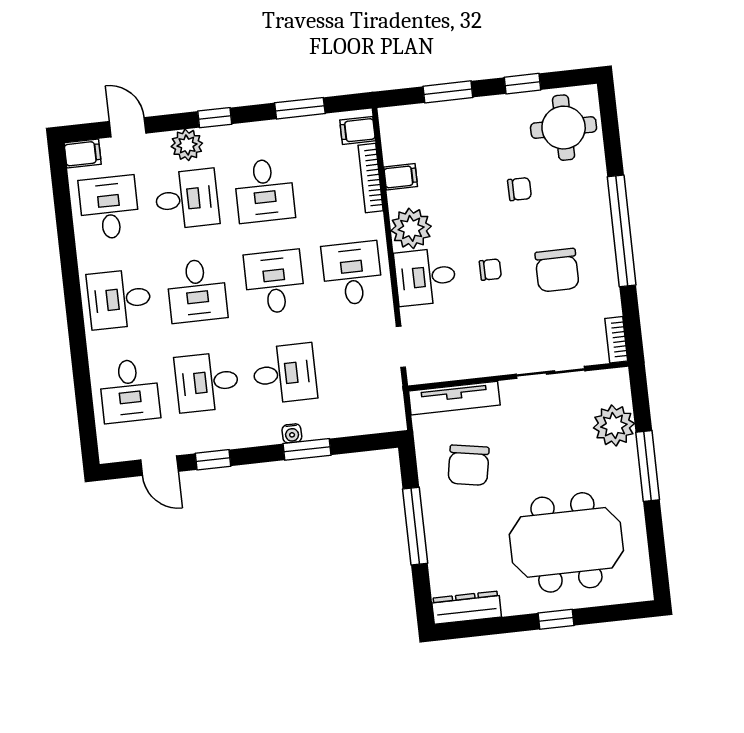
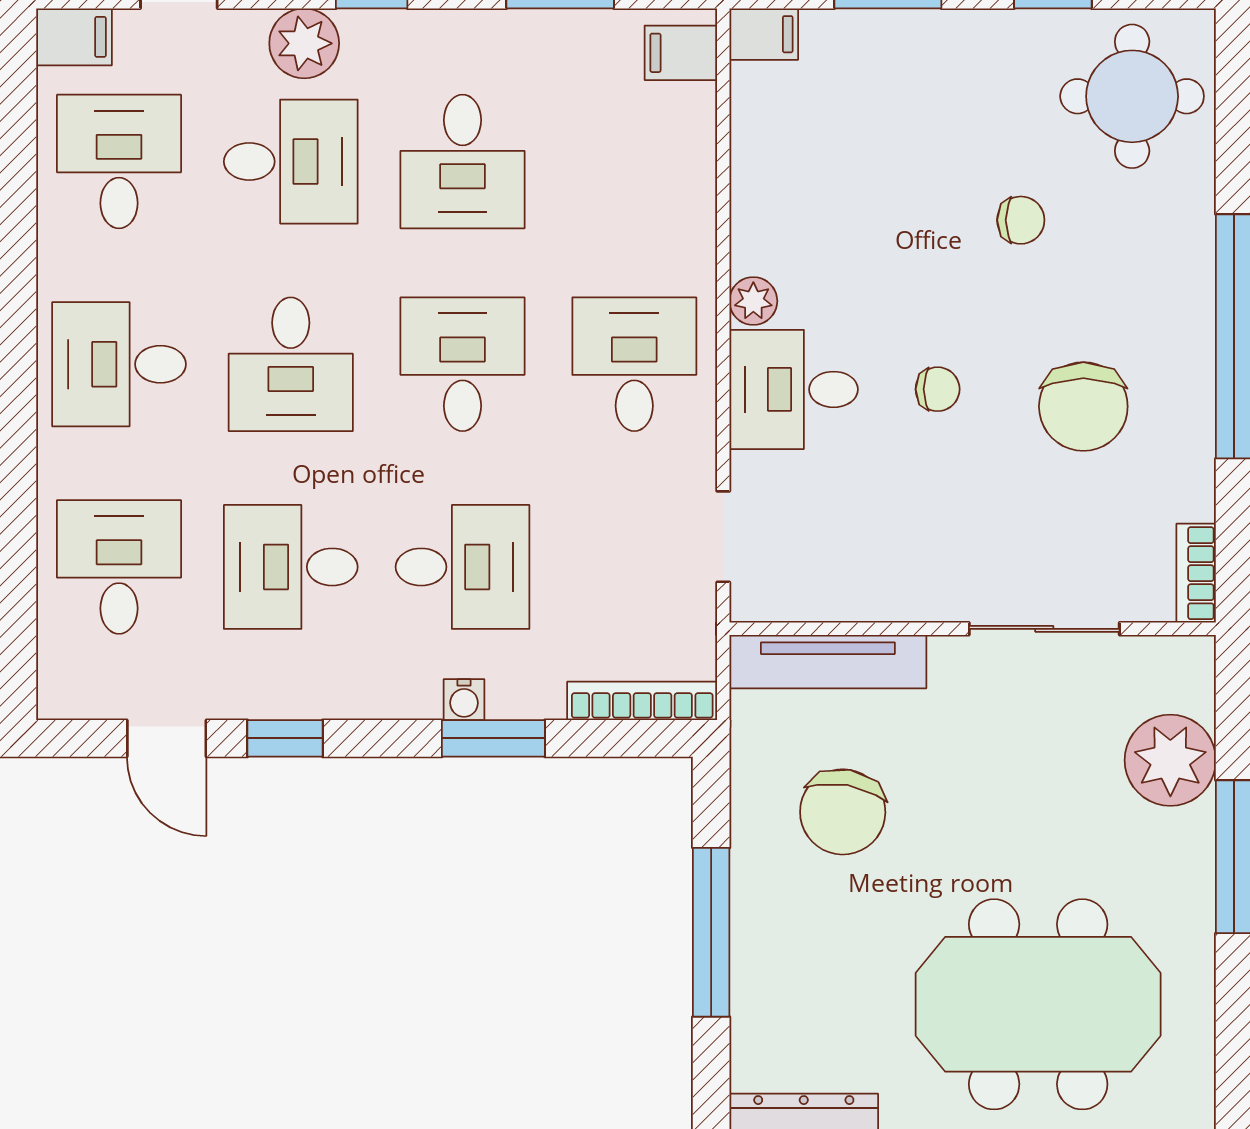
filing cabinet: (401, 177) -> (764, 34), moved
bookcase: (371, 178) -> (642, 701), moved, turned 90
plant: (411, 228) -> (753, 301), width x0.53, depth x0.53
desk: (129, 391) -> (119, 567), turned 180

